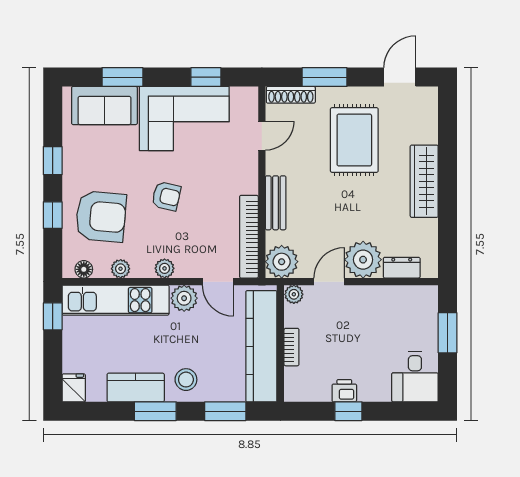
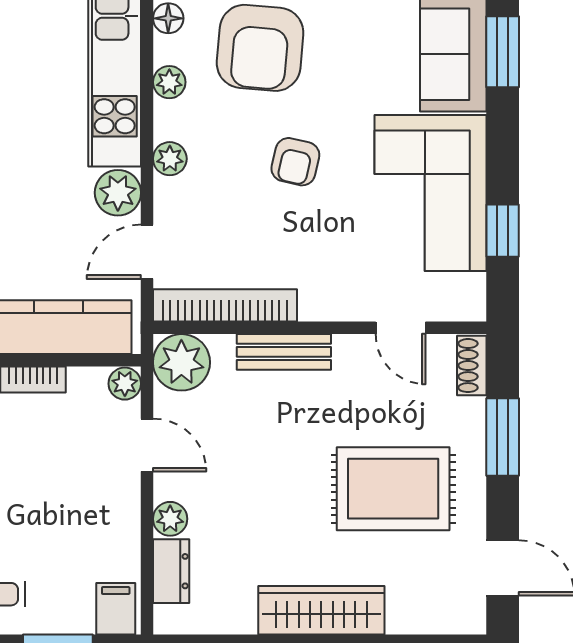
window: (123, 77) -> (503, 52), moved
shoe rack: (291, 95) -> (472, 366), width x0.70
plant: (363, 260) -> (170, 519), width x0.53, depth x0.53
filing cabinet: (423, 299) -> (116, 609), added

